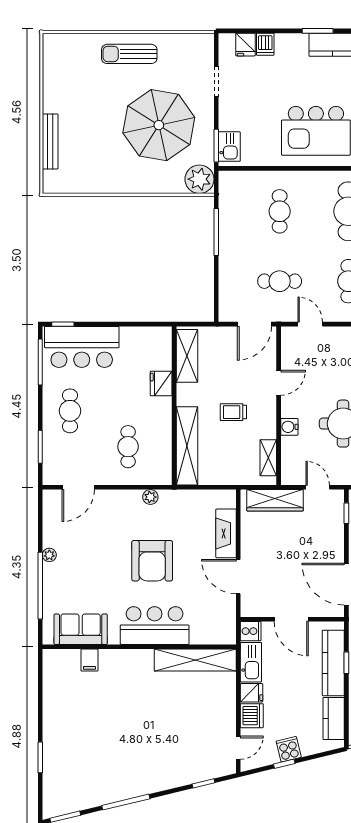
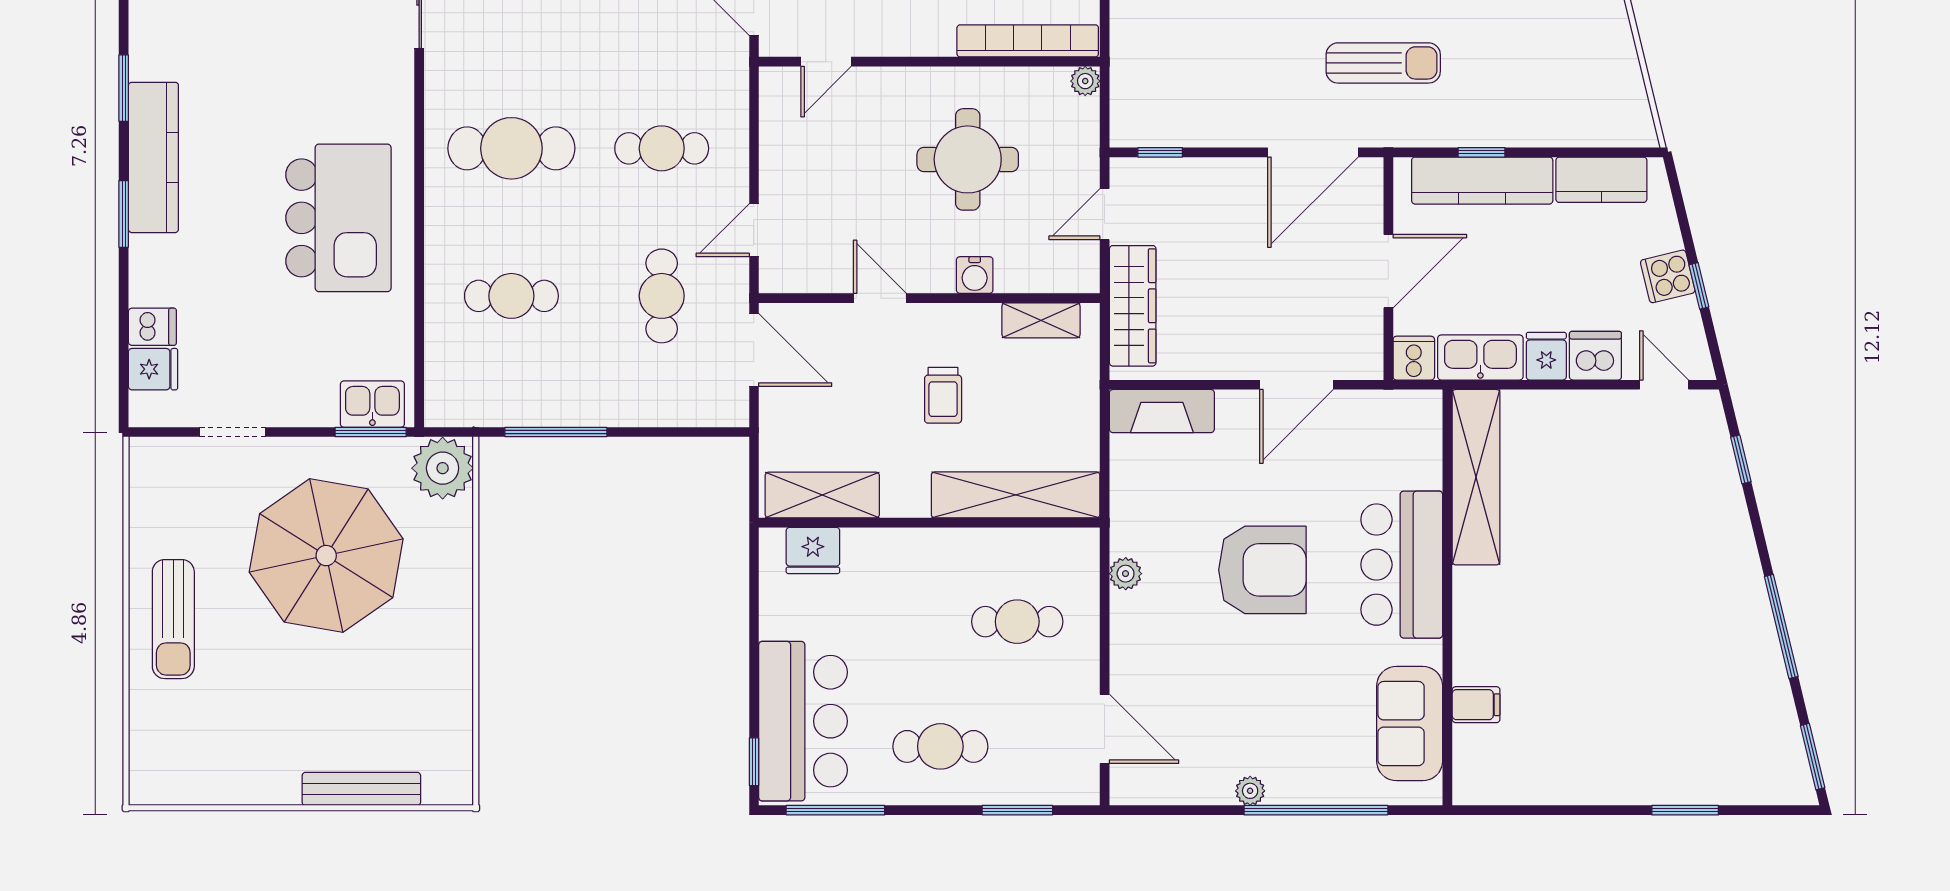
fridge: (161, 384) -> (813, 550), moved
fireplace: (226, 533) -> (1162, 411), moved

